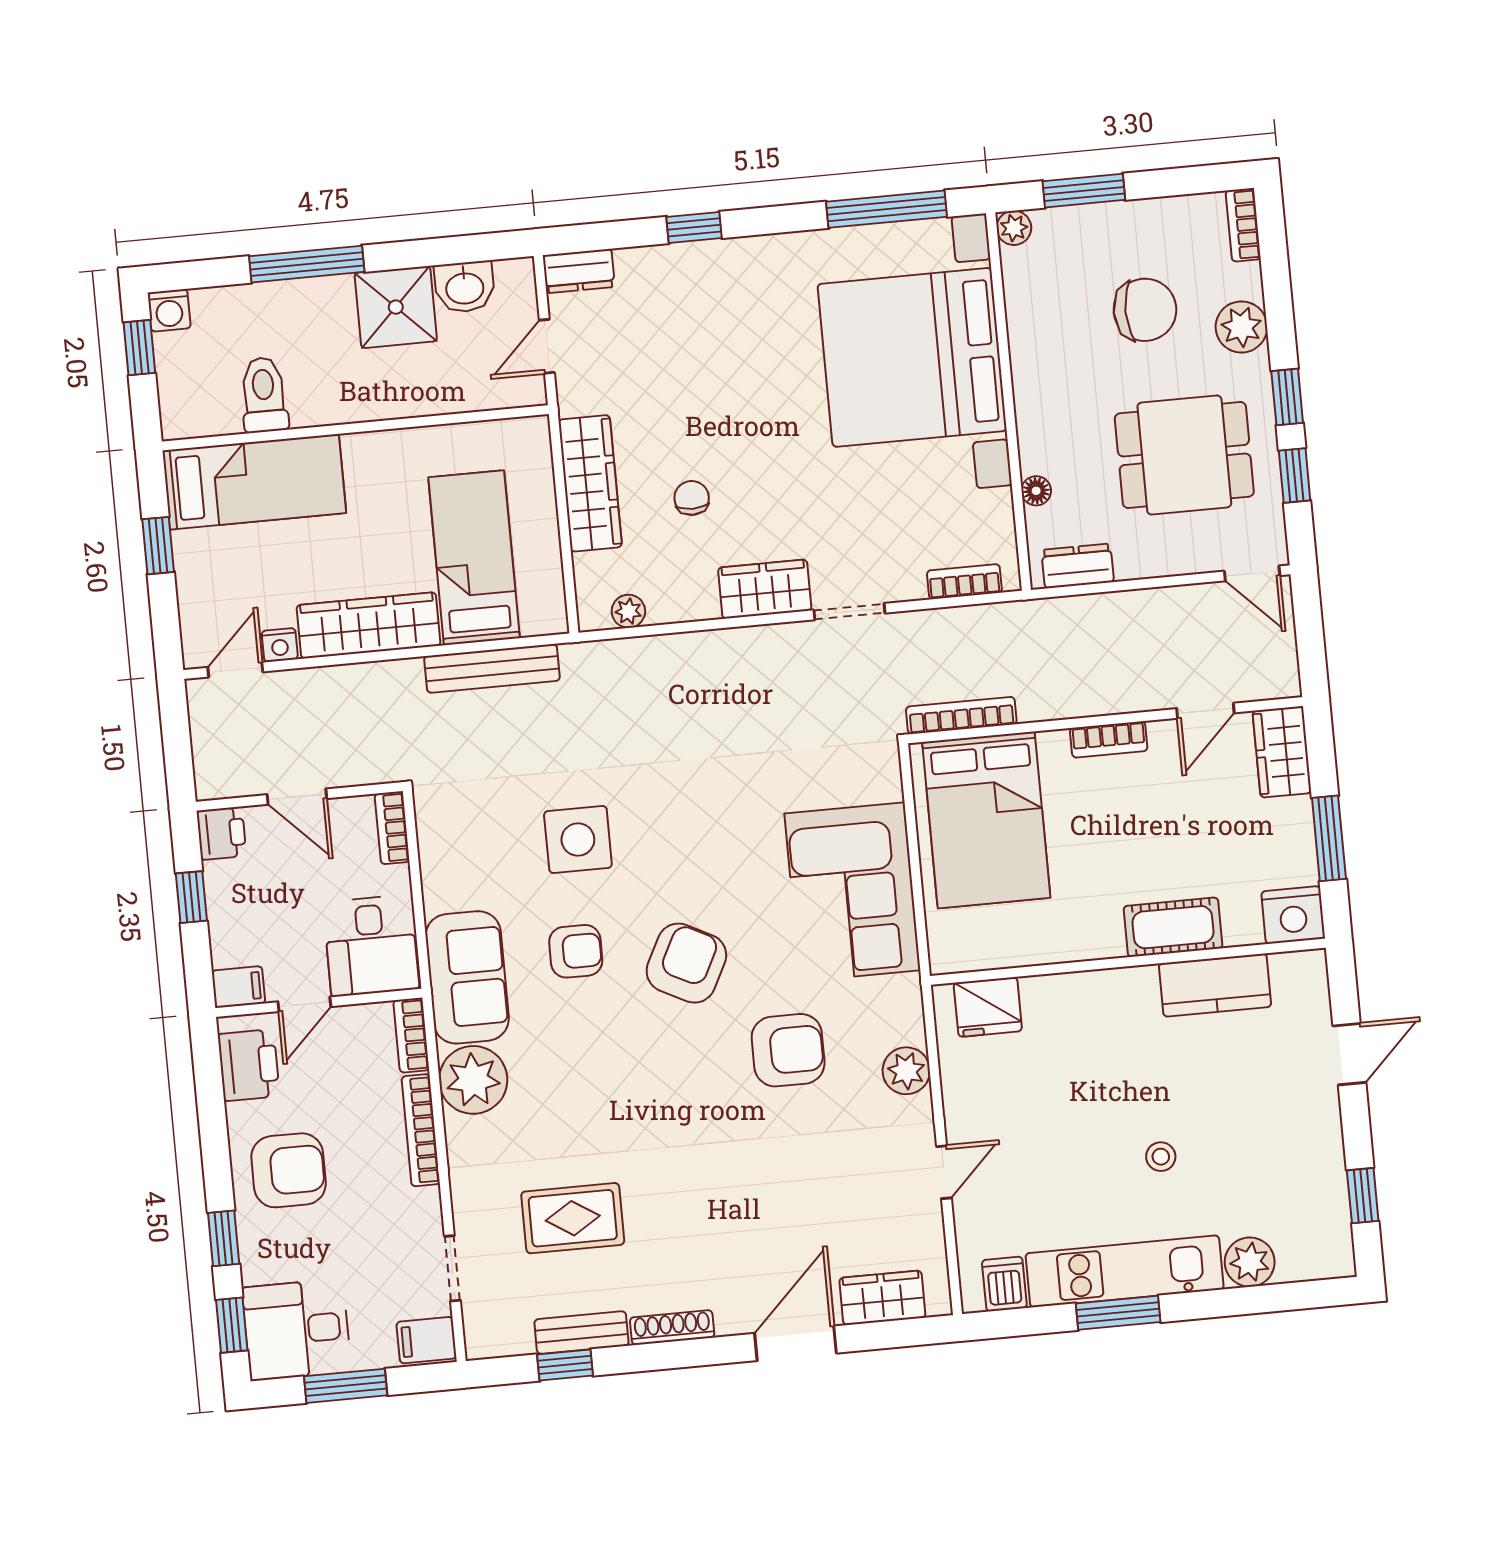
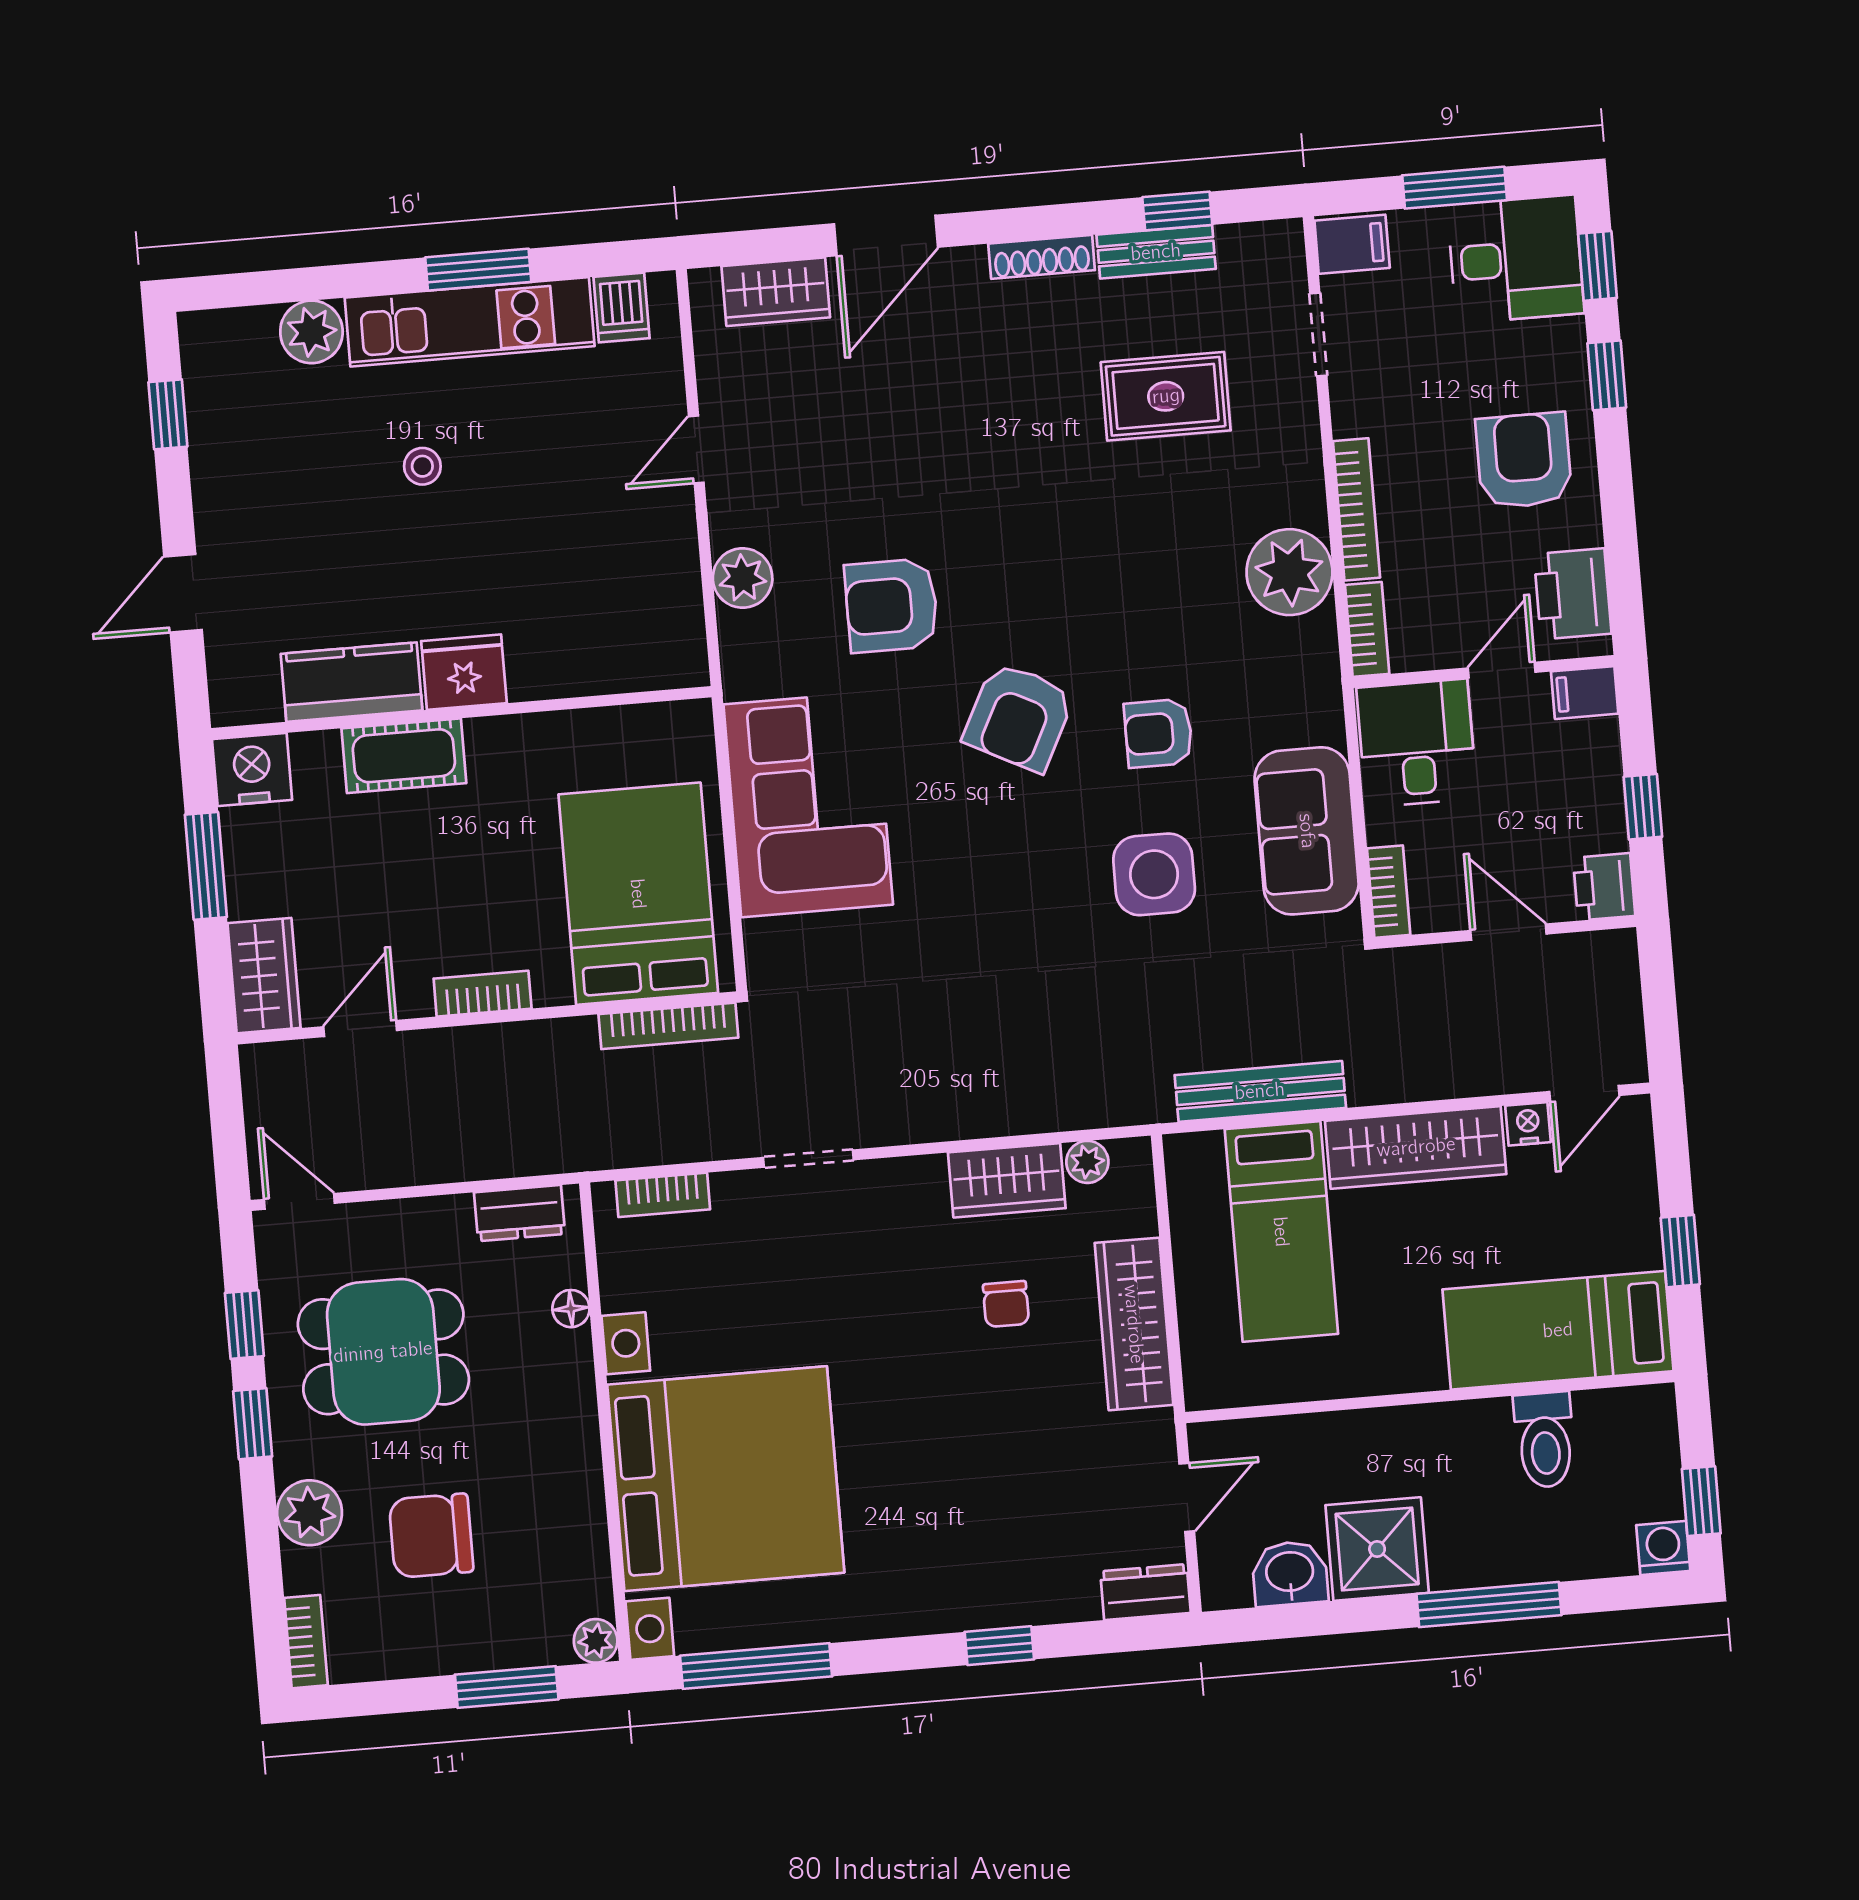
wardrobe: (765, 589) -> (1007, 1180), moved
sofa: (467, 977) -> (1307, 831), moved
fridge: (988, 1007) -> (464, 672), moved
armchair: (289, 1170) -> (1524, 460), turned 90

